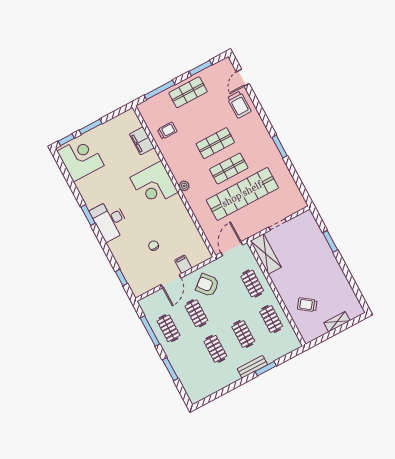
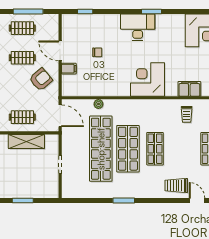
shop shelf: (229, 169) -> (128, 149), width x1.43, depth x1.36
plant: (184, 186) -> (98, 104), moved
shelving: (266, 254) -> (26, 141), moved

